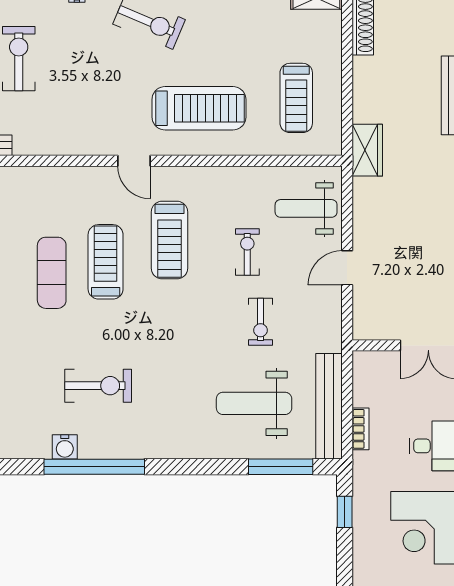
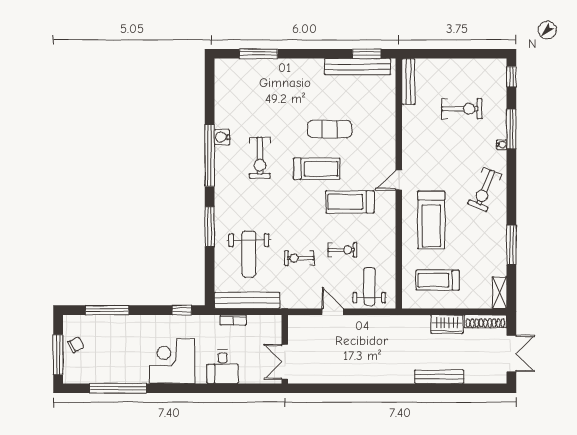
wardrobe: (367, 150) -> (447, 324), moved
treadmill: (106, 262) -> (317, 169), moved
weight bench: (254, 403) -> (249, 254), turned 180
window: (281, 467) -> (210, 227), moved

